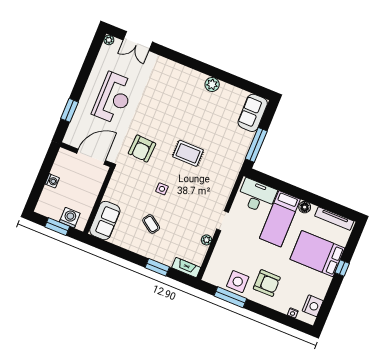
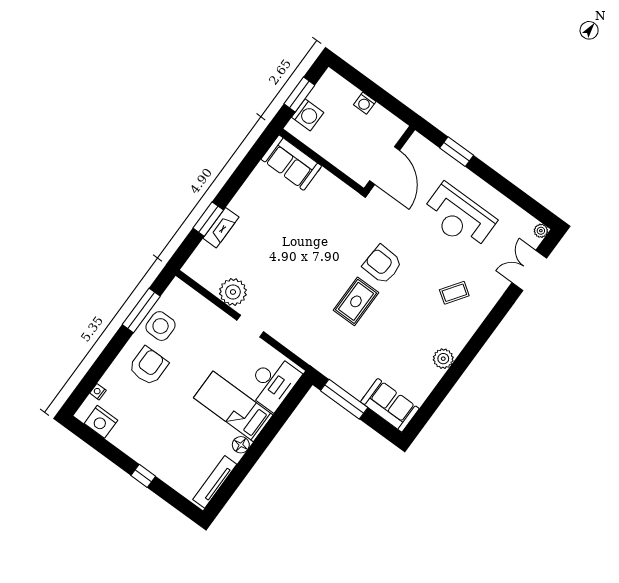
armchair: (142, 149) -> (382, 264), moved
side table: (162, 189) -> (316, 253), removed
coffee table: (151, 224) -> (454, 293), moved
plant: (207, 240) -> (233, 292), width x1.87, depth x1.87
bed: (317, 254) -> (172, 446), removed
fireplace: (186, 268) -> (221, 228), moved
armchair: (267, 283) -> (148, 366), turned 180

